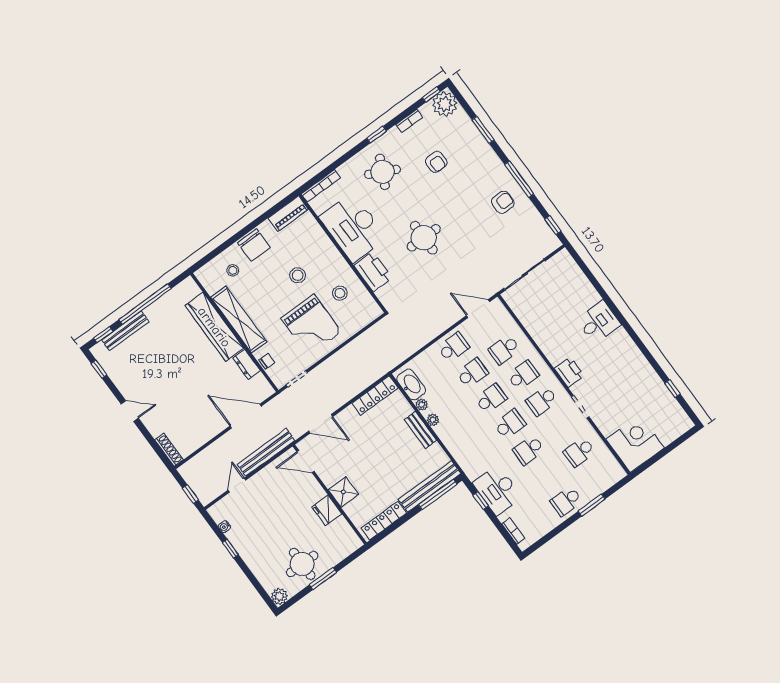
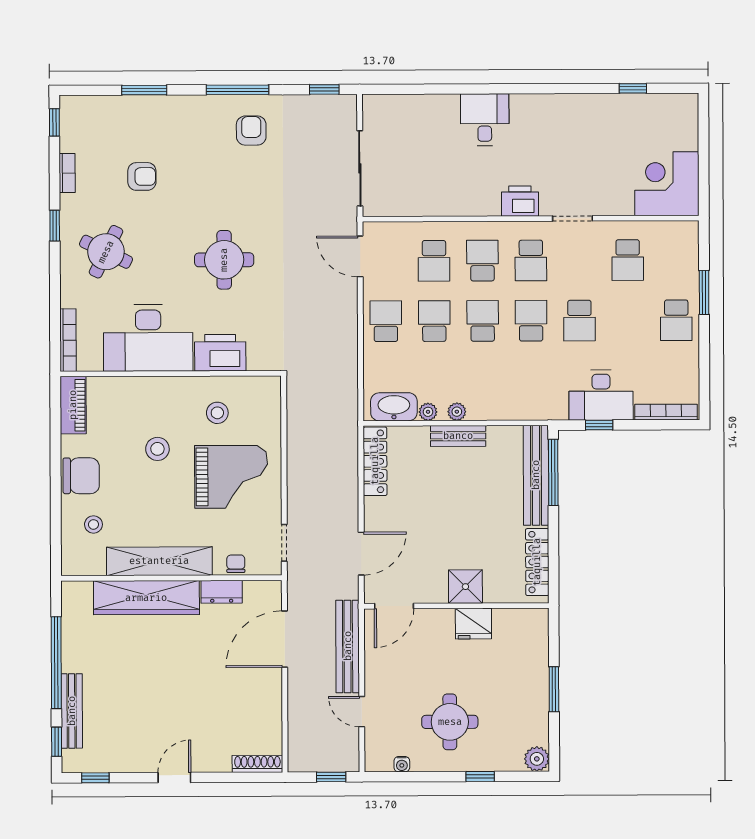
plant: (445, 104) -> (78, 114), removed
door: (478, 309) -> (360, 256), hinge flipped
bookcase: (513, 531) -> (666, 412), width x1.56
window: (230, 549) -> (480, 776), moved
round table: (302, 564) -> (450, 722), moved

